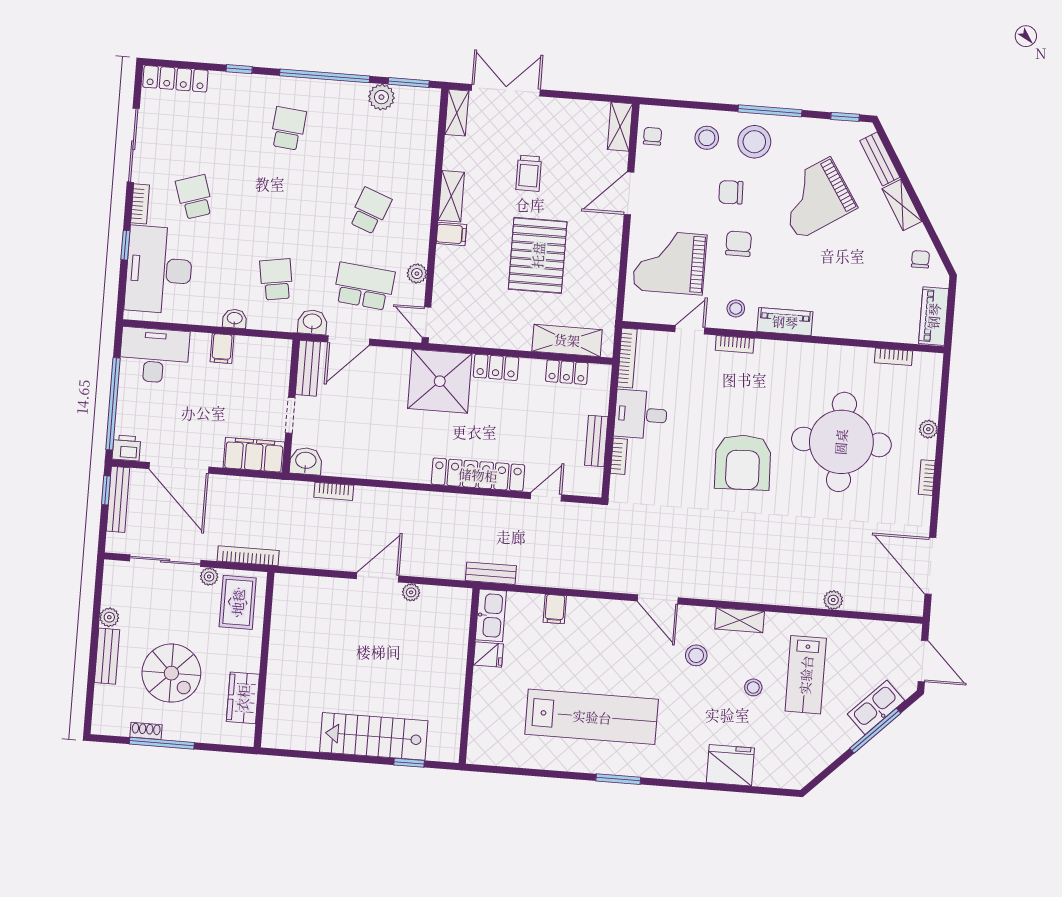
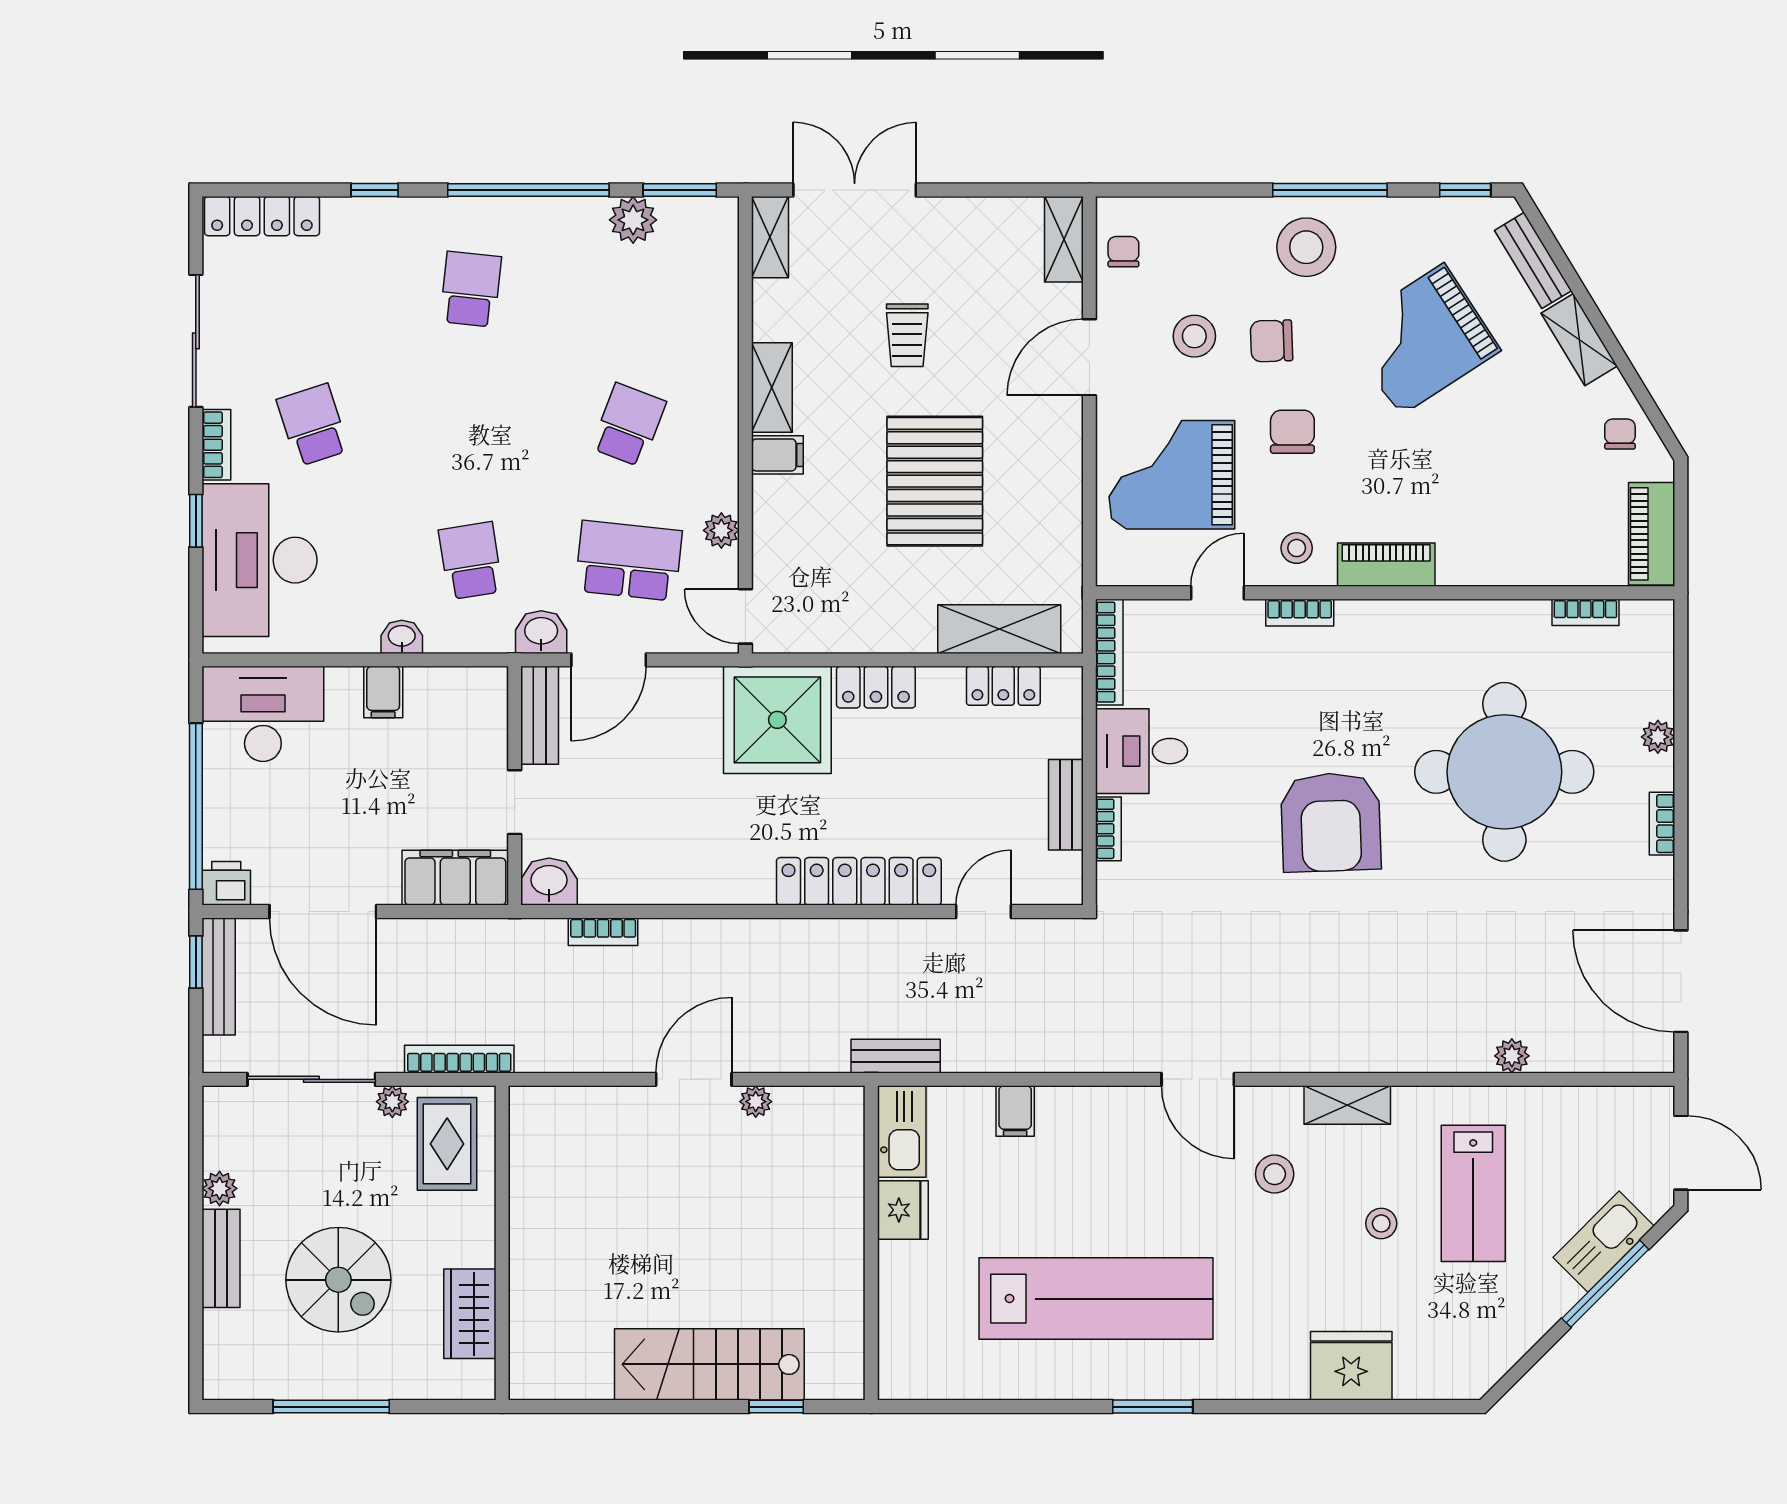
stool: (707, 138) -> (1194, 336), moved
fridge: (488, 655) -> (903, 1210), width x1.38
shoe rack: (146, 731) -> (301, 1387), removed

